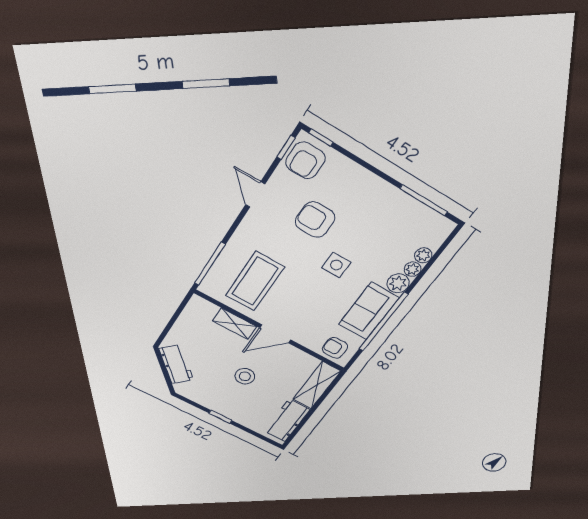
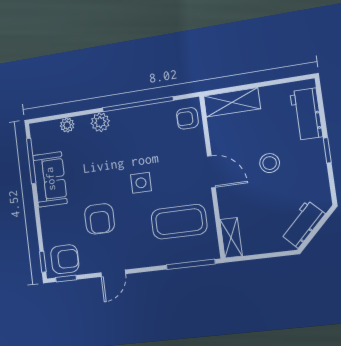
side table: (336, 265) -> (141, 183), moved
plant: (413, 269) -> (82, 122), removed
sofa: (369, 311) -> (50, 179), moved, turned -90
shelving: (235, 324) -> (231, 238), moved
armchair: (335, 348) -> (187, 118), turned 90
workbench: (287, 420) -> (306, 114), moved, turned 90

